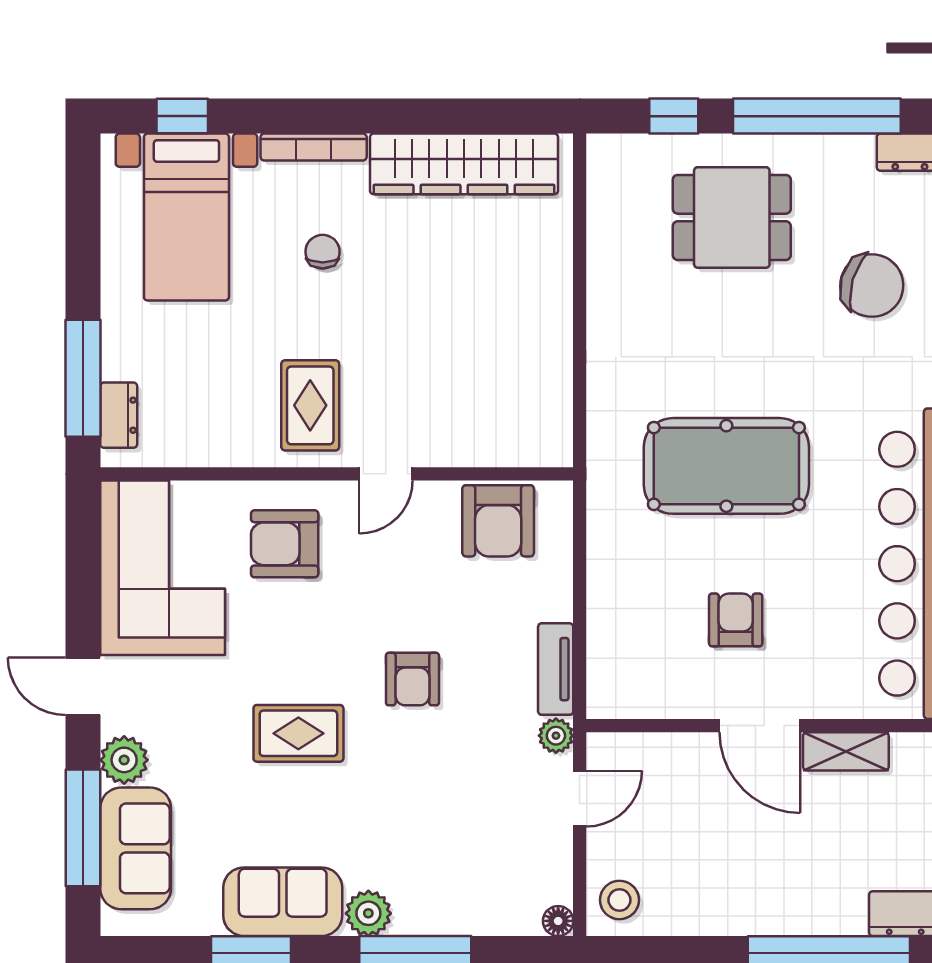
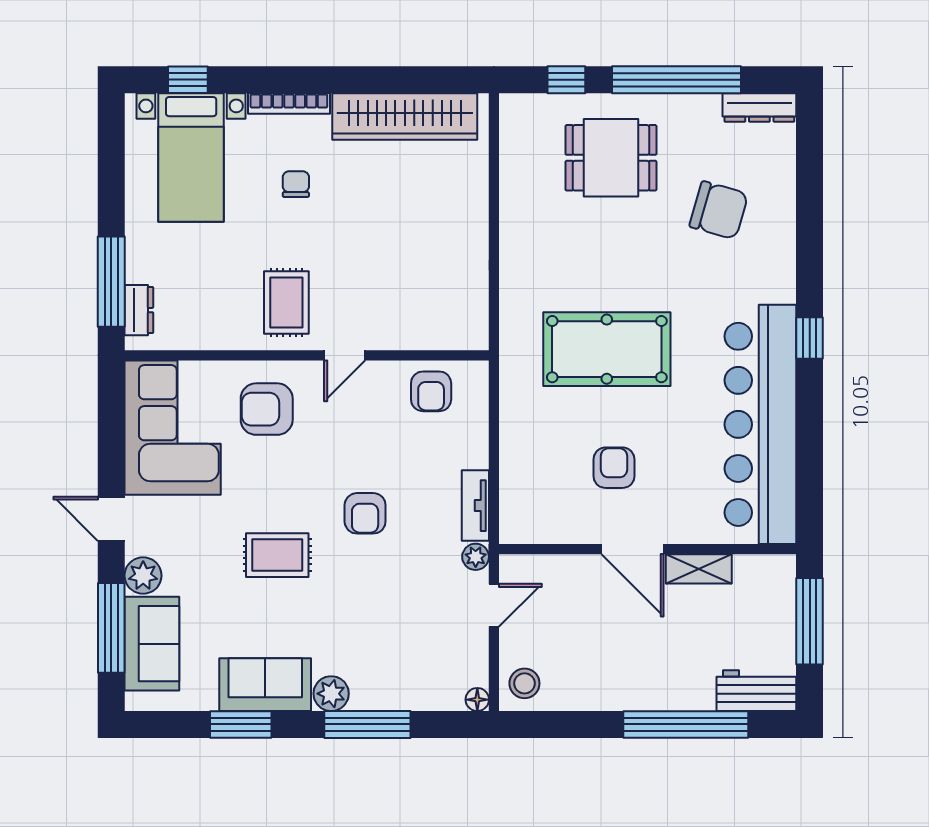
armchair: (498, 521) -> (431, 391), width x0.72, depth x0.72

